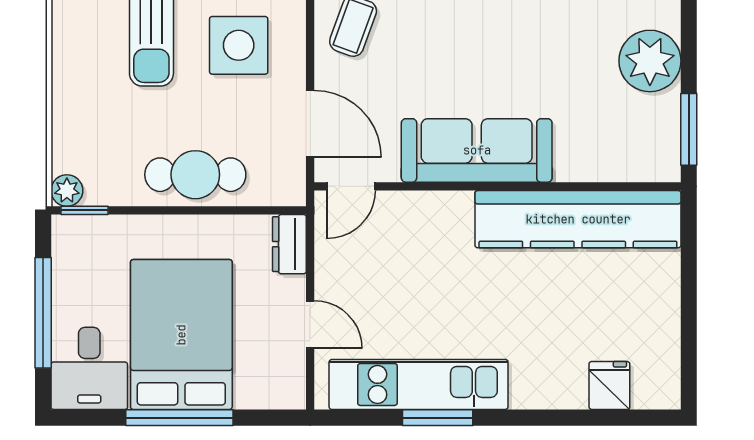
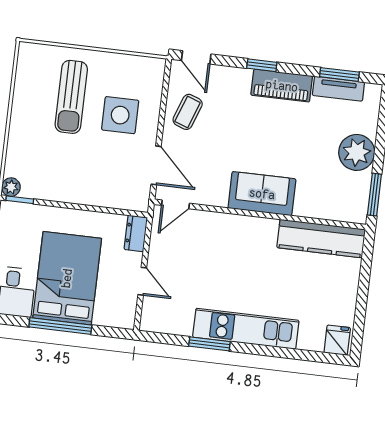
sofa: (477, 150) -> (262, 194), width x0.73
cafe table: (195, 175) -> (86, 187), removed
kitchen counter: (578, 219) -> (321, 238), width x0.72, depth x0.86
kitchen unit: (419, 384) -> (246, 329), moved
fridge: (609, 385) -> (337, 340), moved

